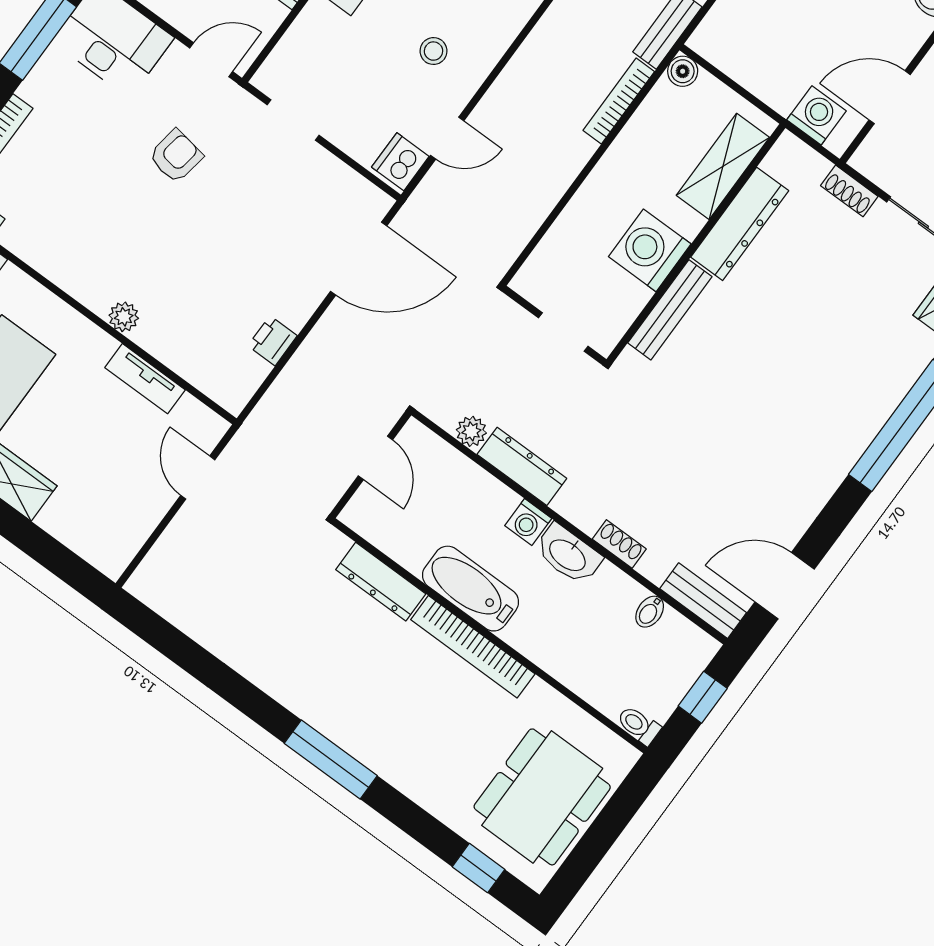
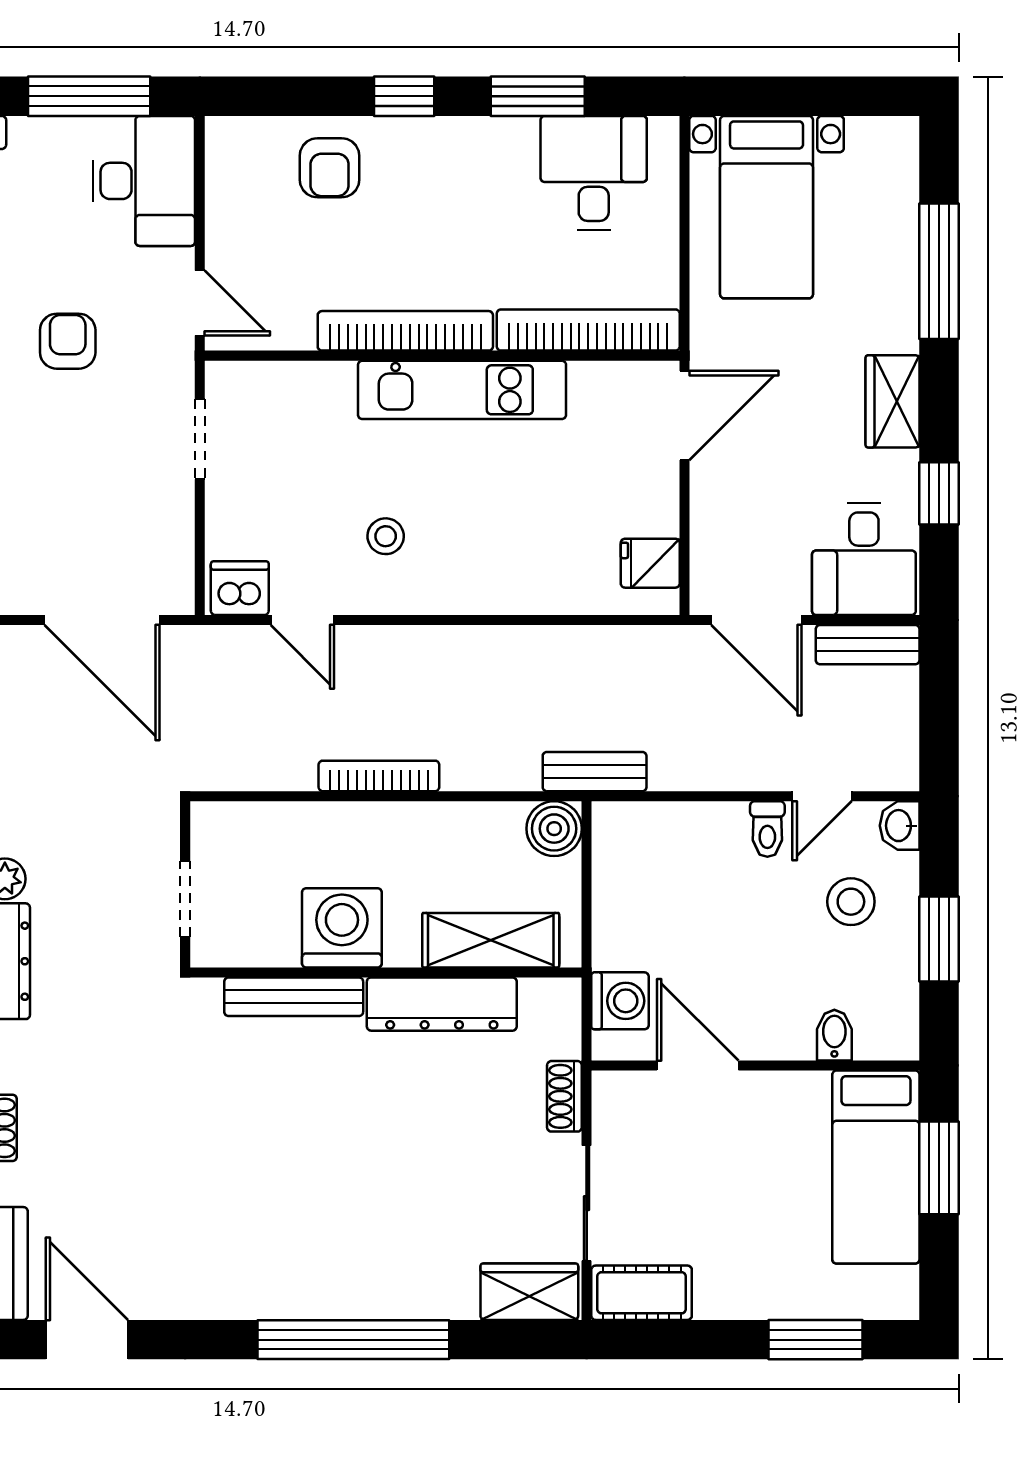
boiler: (683, 71) -> (554, 829), width x1.36, depth x1.36
bookcase: (619, 101) -> (379, 776), moved
armchair: (176, 156) -> (68, 341), turned -99

